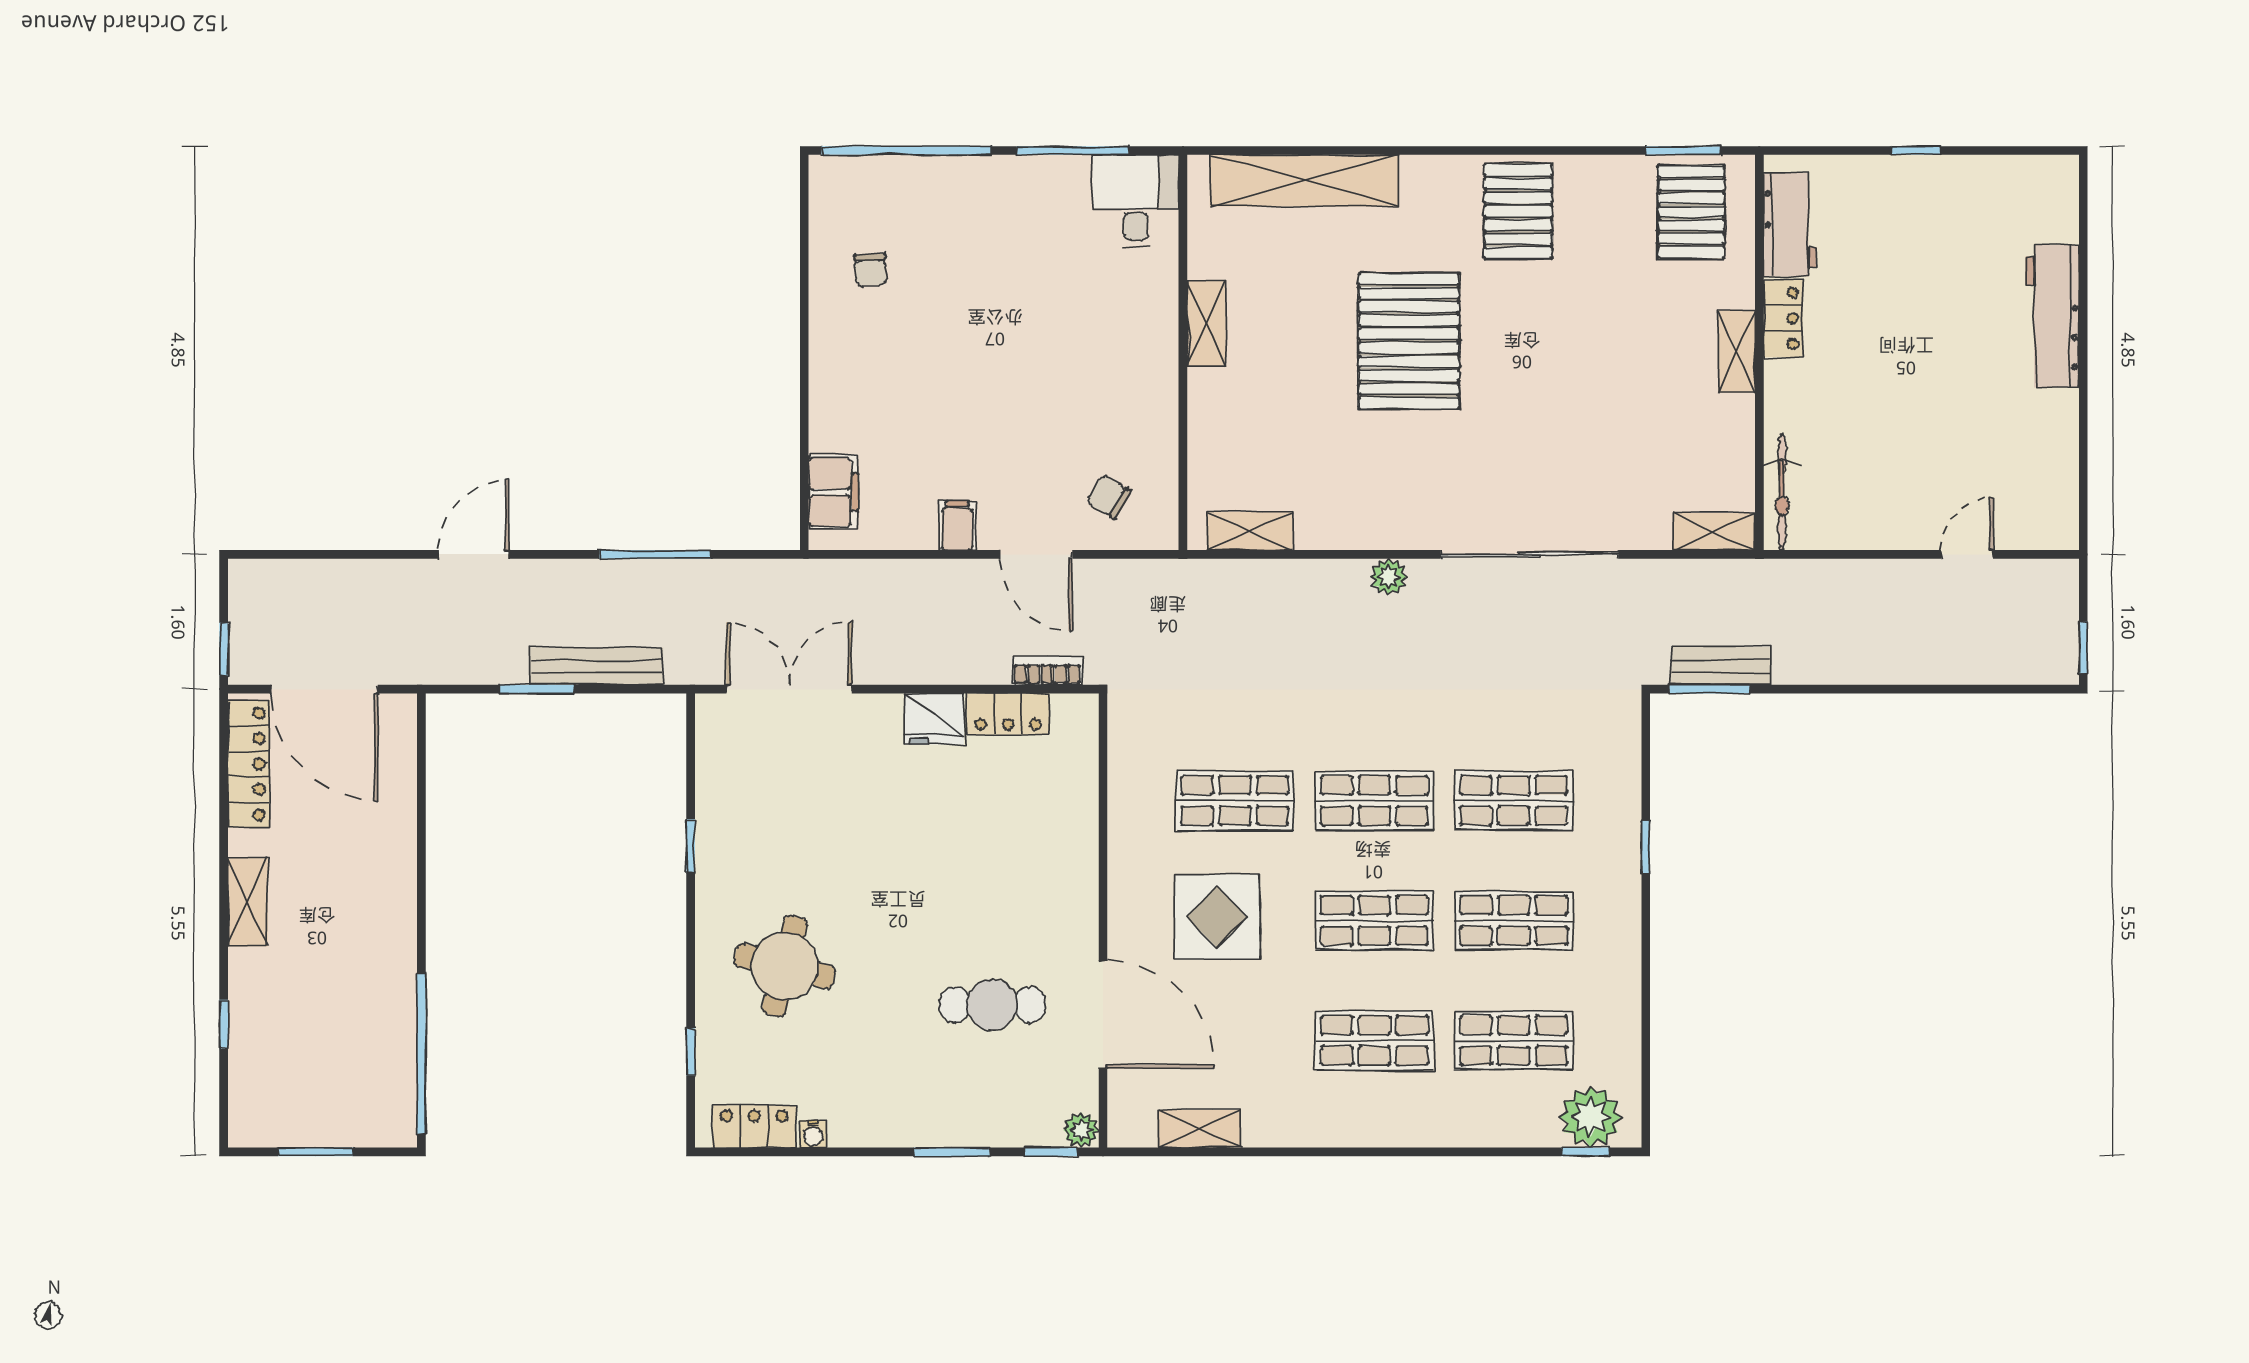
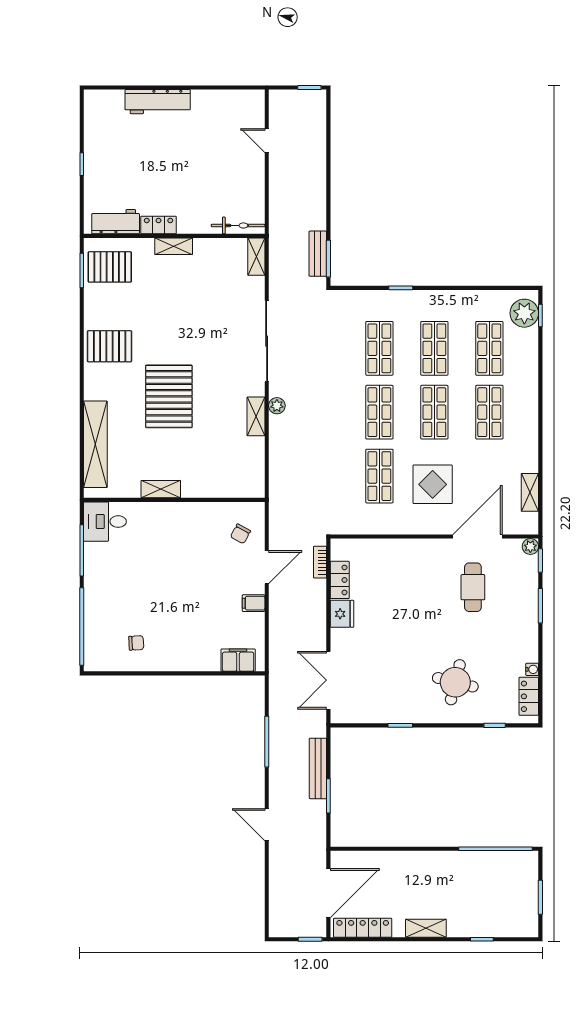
pallet: (1409, 341) -> (169, 396), turned 90
shelving: (1250, 531) -> (256, 416), moved

